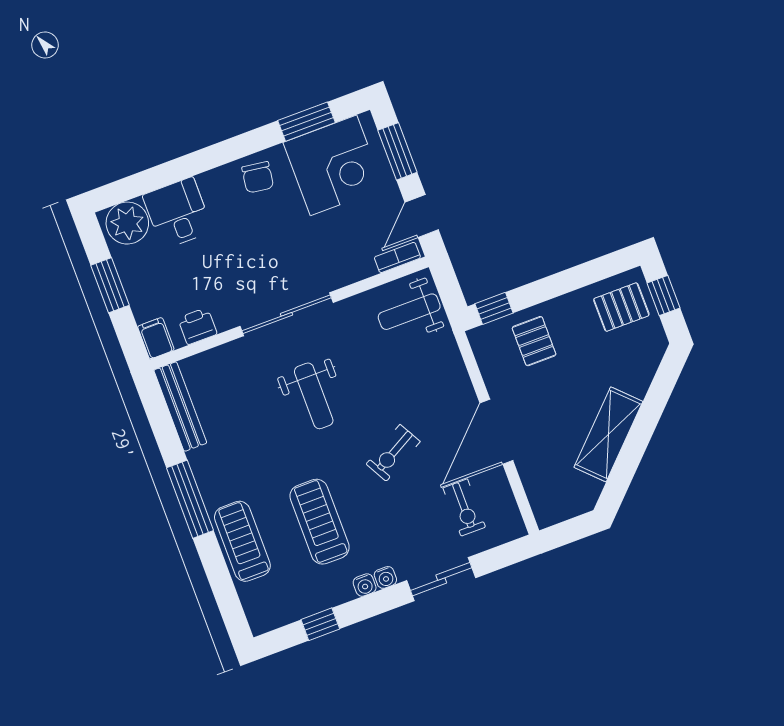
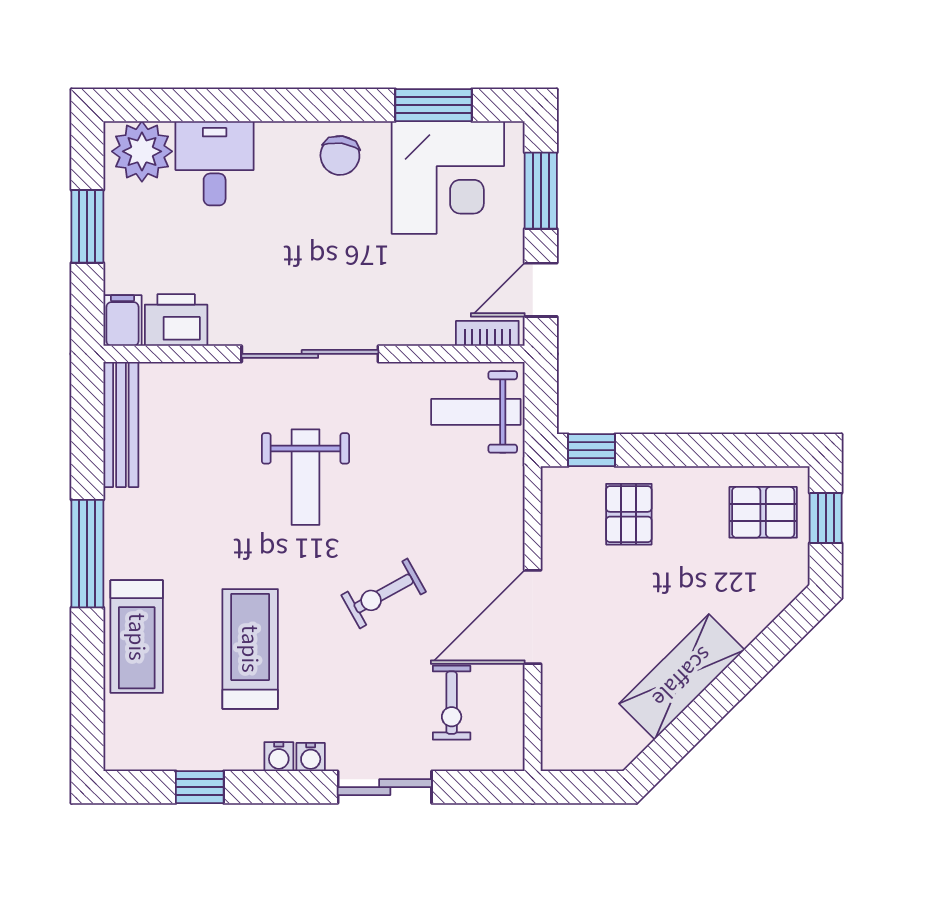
printer: (197, 326) -> (176, 320), width x1.36, depth x1.24
treadmill: (242, 541) -> (137, 637), turned 180

